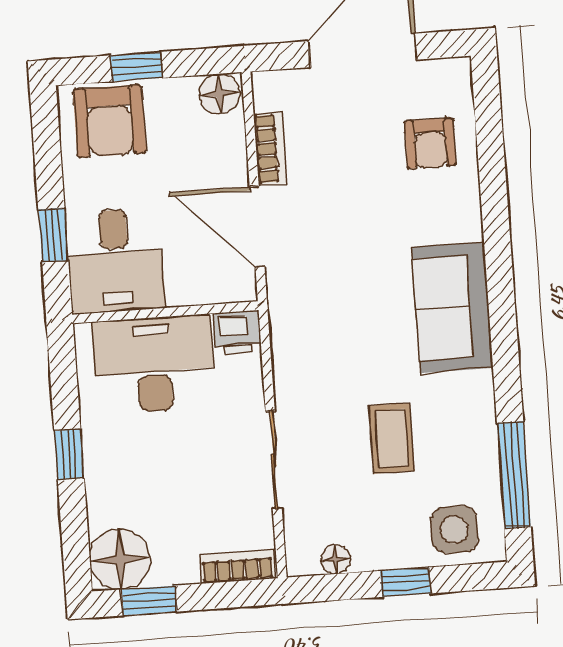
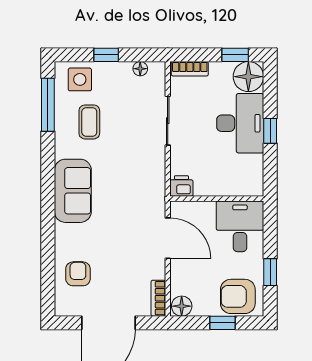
armchair: (110, 121) -> (238, 296), turned -90
bookcase: (270, 149) -> (158, 298), moved
window: (53, 235) -> (270, 272), moved
desk: (154, 364) -> (240, 123), moved, turned -90
coffee table: (392, 438) -> (89, 122), moved

